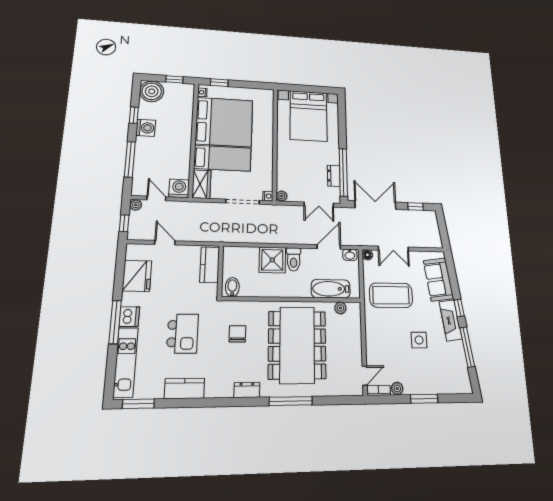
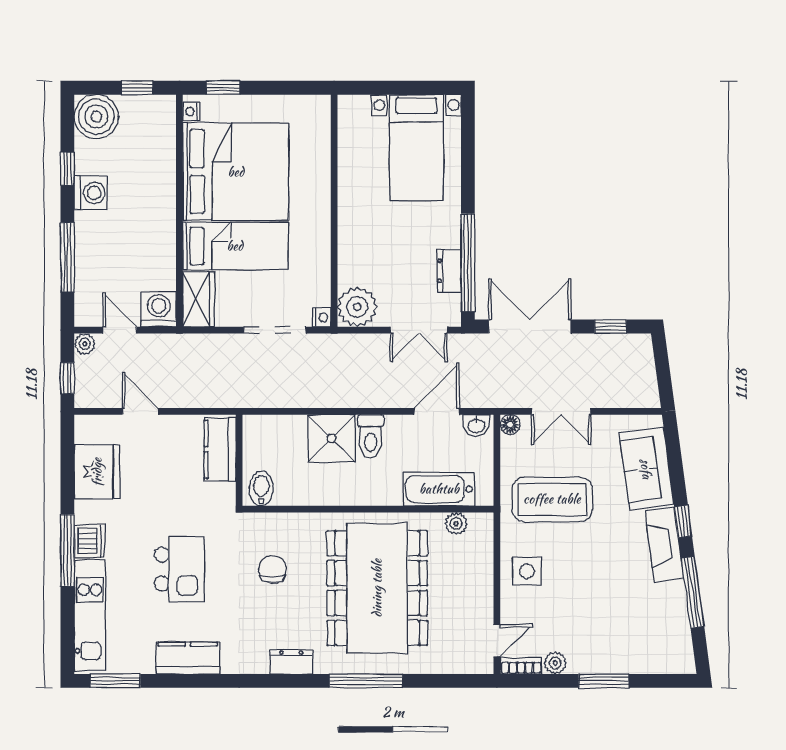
bed with nightstands: (308, 116) -> (416, 147), width x0.73
plant: (282, 196) -> (357, 307), width x1.87, depth x1.87
side table: (419, 340) -> (527, 571), moved

